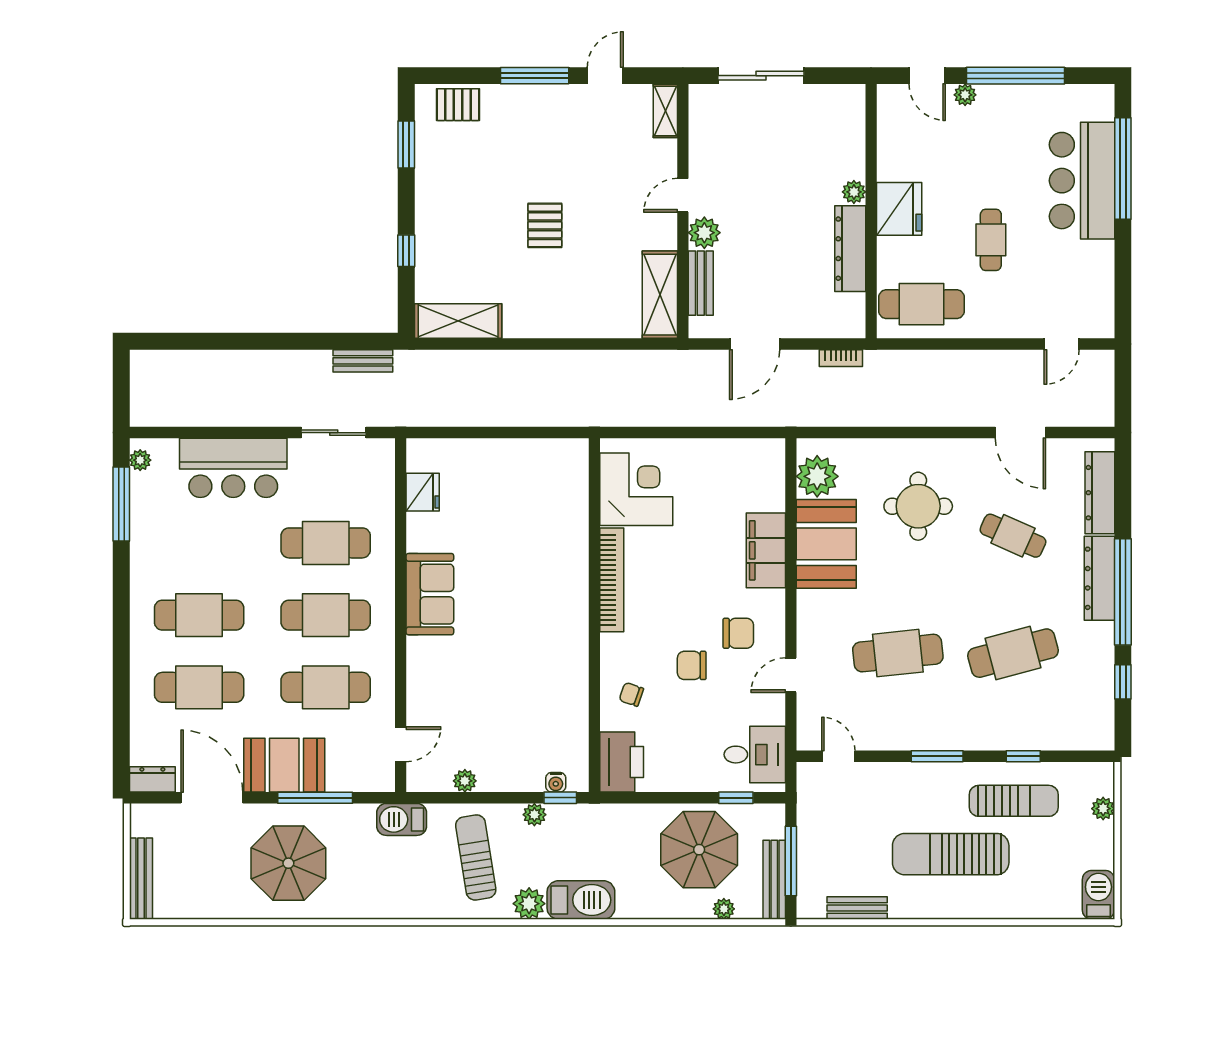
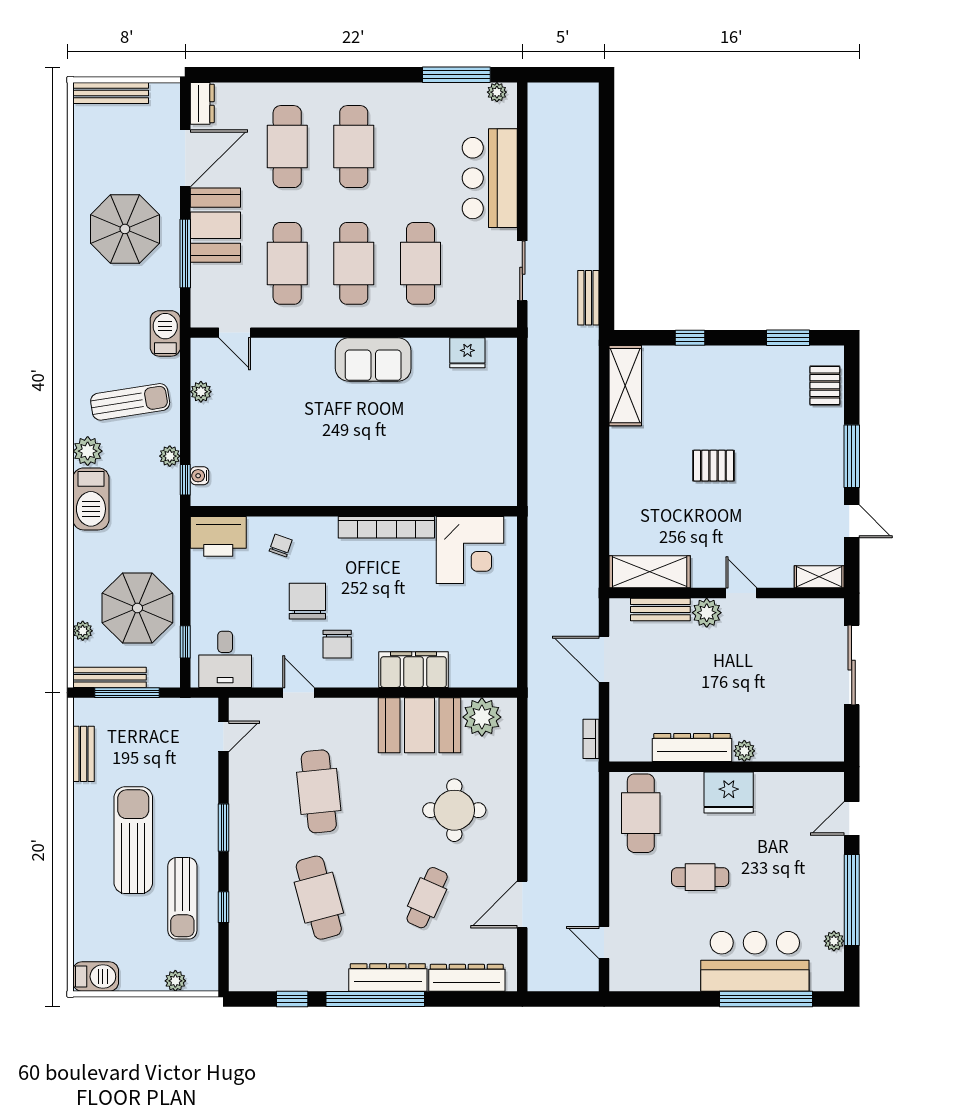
plant: (965, 95) -> (834, 941), moved
chair: (692, 665) -> (307, 601), width x1.37, depth x1.37

